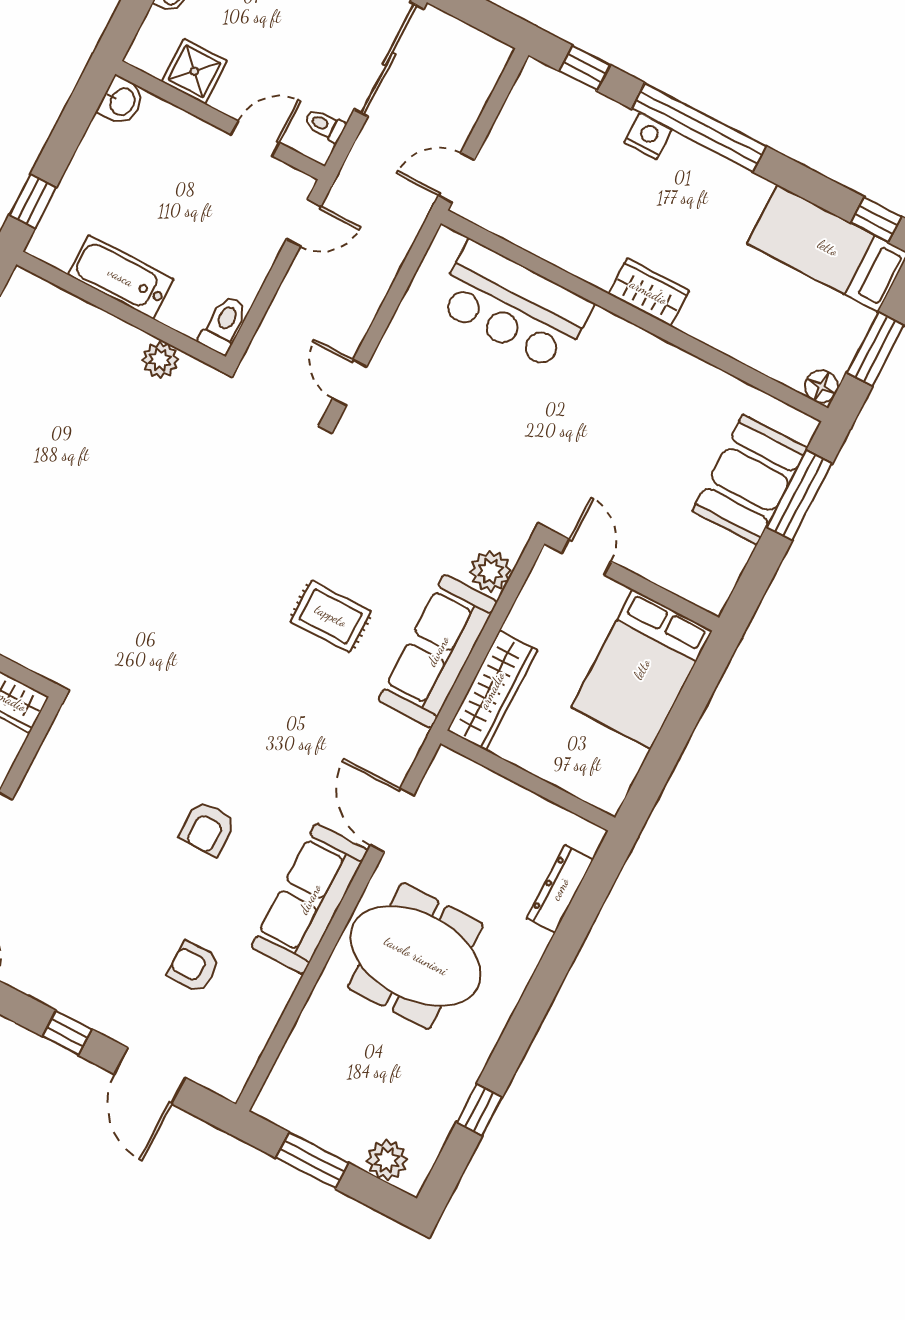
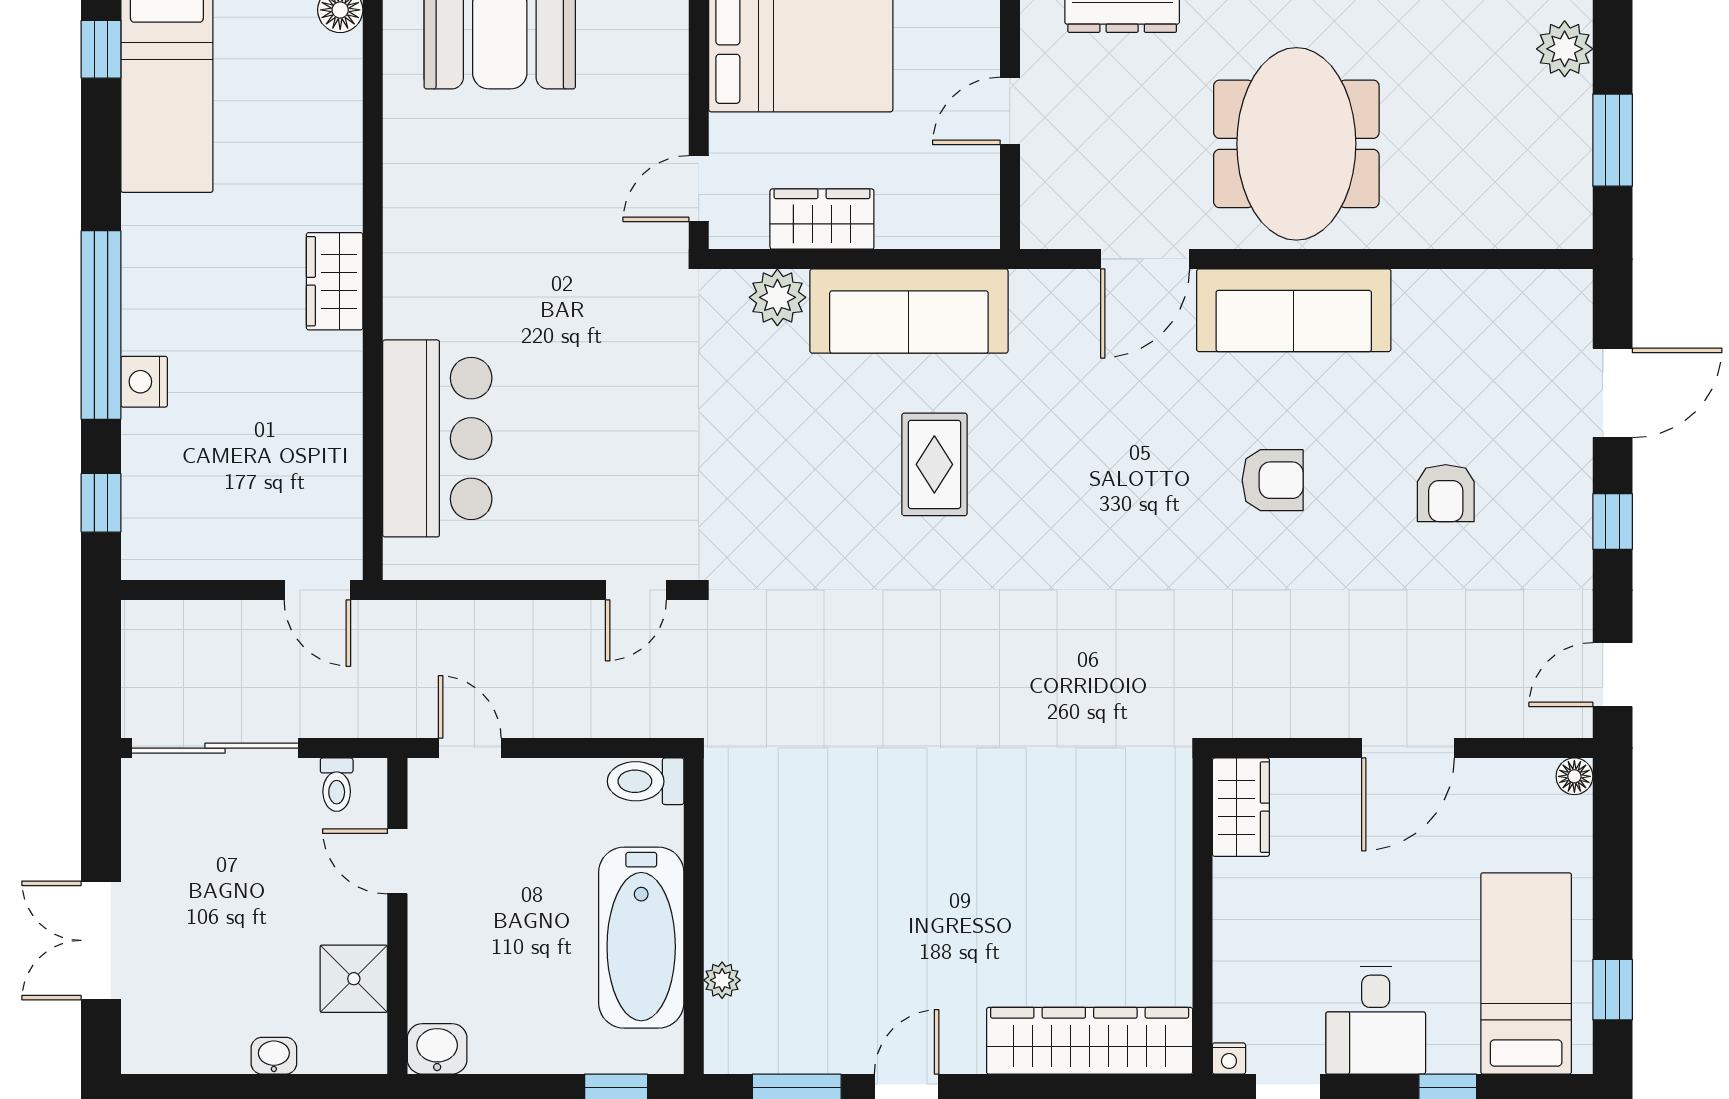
bathtub: (121, 277) -> (641, 938), width x1.36, depth x1.36
plant: (160, 360) -> (722, 980), moved, width x0.73, depth x0.73
wardrobe: (492, 690) -> (822, 219), moved, width x0.67
door: (533, 783) -> (1010, 111), added
armchair: (193, 967) -> (1446, 493), moved

